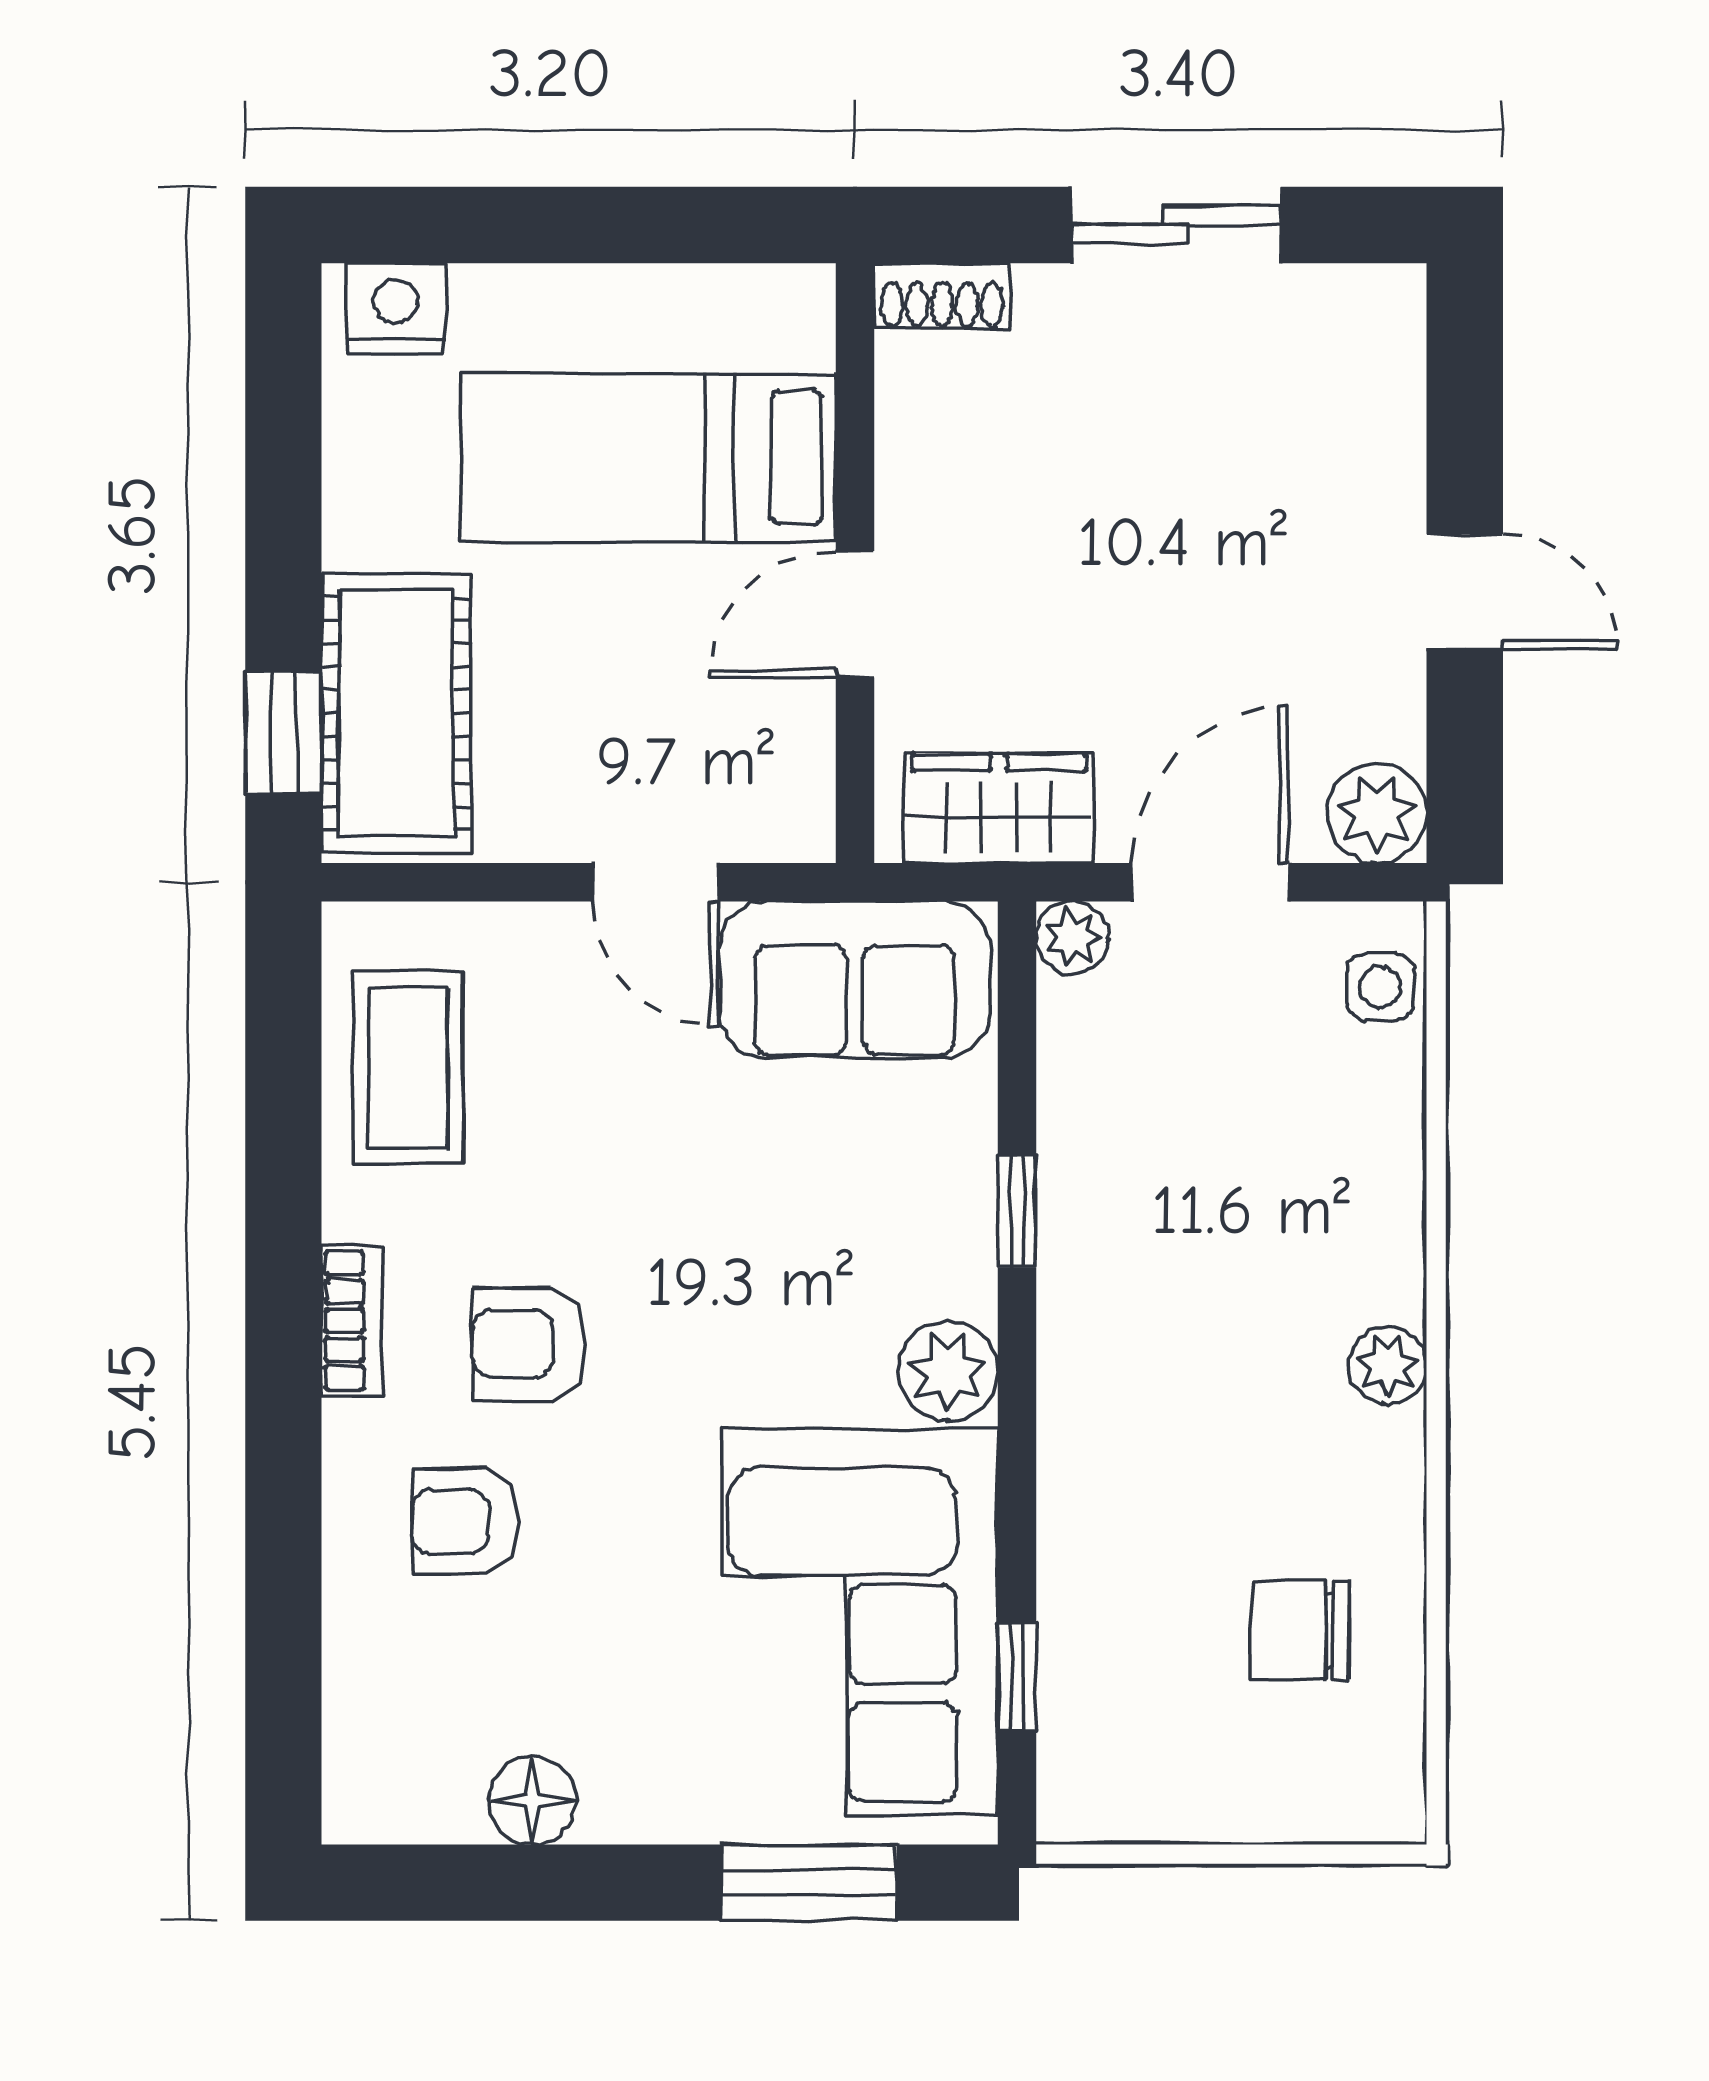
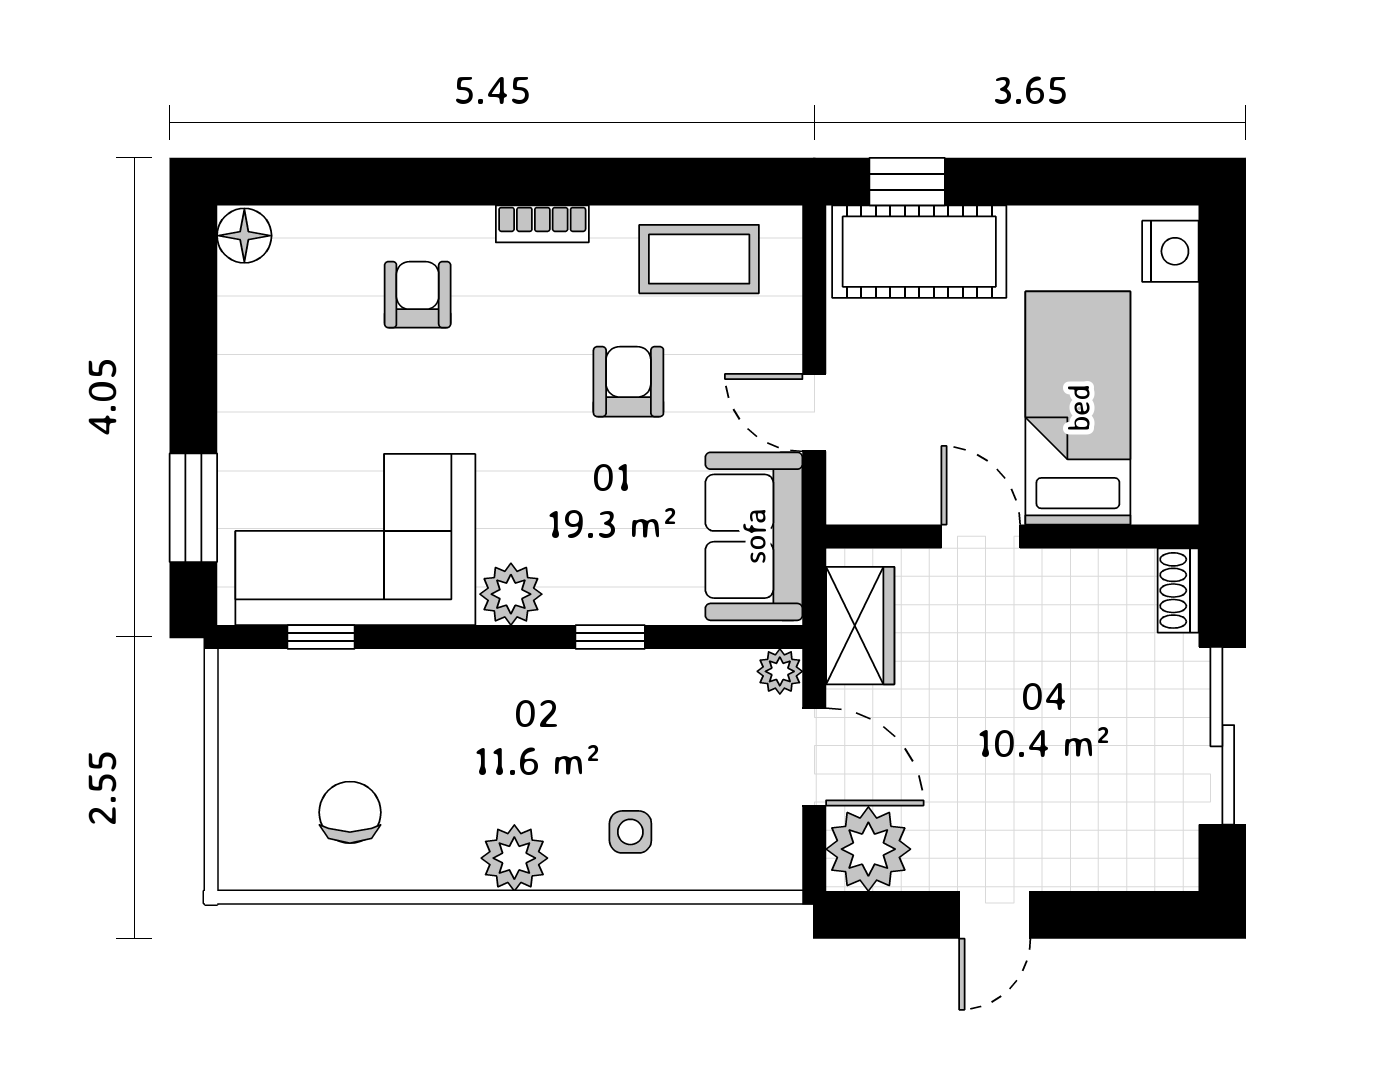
sliding door: (1176, 225) -> (1222, 736), width x1.37
plant: (1377, 813) -> (868, 849), width x1.36, depth x1.36
door: (656, 882) -> (814, 413), hinge flipped
side table: (1380, 987) -> (630, 832), moved
armchair: (528, 1344) -> (628, 382), moved
plant: (1388, 1366) -> (514, 858), width x1.38, depth x1.38
floor lamp: (533, 1801) -> (244, 236), moved

